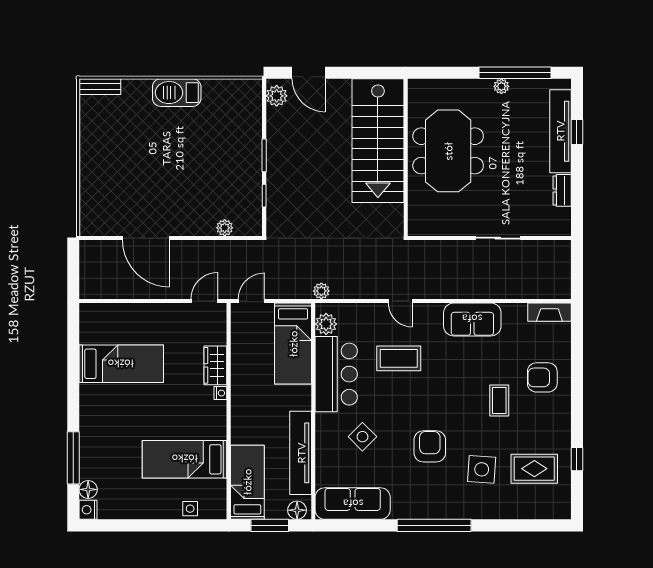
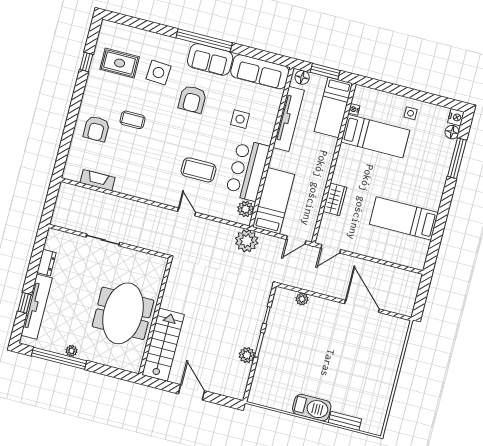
door: (309, 73) -> (192, 392), moved
bench: (100, 87) -> (345, 421), moved
plant: (277, 96) -> (247, 355), moved
stairs: (378, 141) -> (163, 345), width x0.73, depth x0.66
plant: (321, 291) -> (247, 241), width x1.87, depth x1.87
fireplace: (549, 312) -> (97, 180), moved
sofa: (472, 319) -> (210, 59), moved, turned 180
armchair: (542, 377) -> (96, 129), turned 90
nightstand: (220, 393) -> (354, 109), moved
coffee table: (499, 401) -> (132, 120), turned 90
side table: (362, 437) -> (240, 119), turned 45
side table: (190, 509) -> (411, 113), moved

